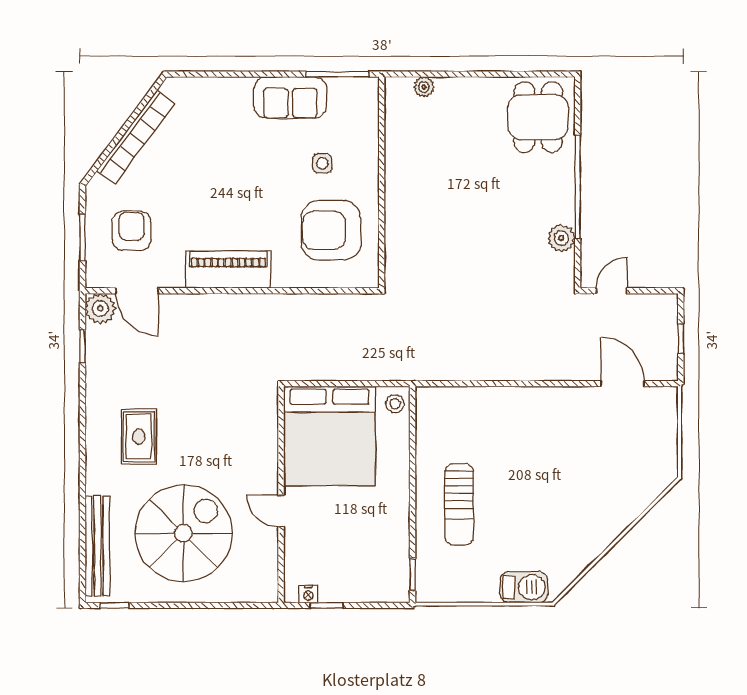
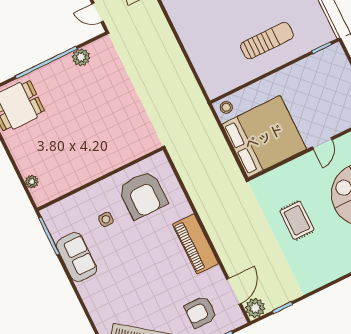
rug: (139, 436) -> (297, 220), moved, turned 90

